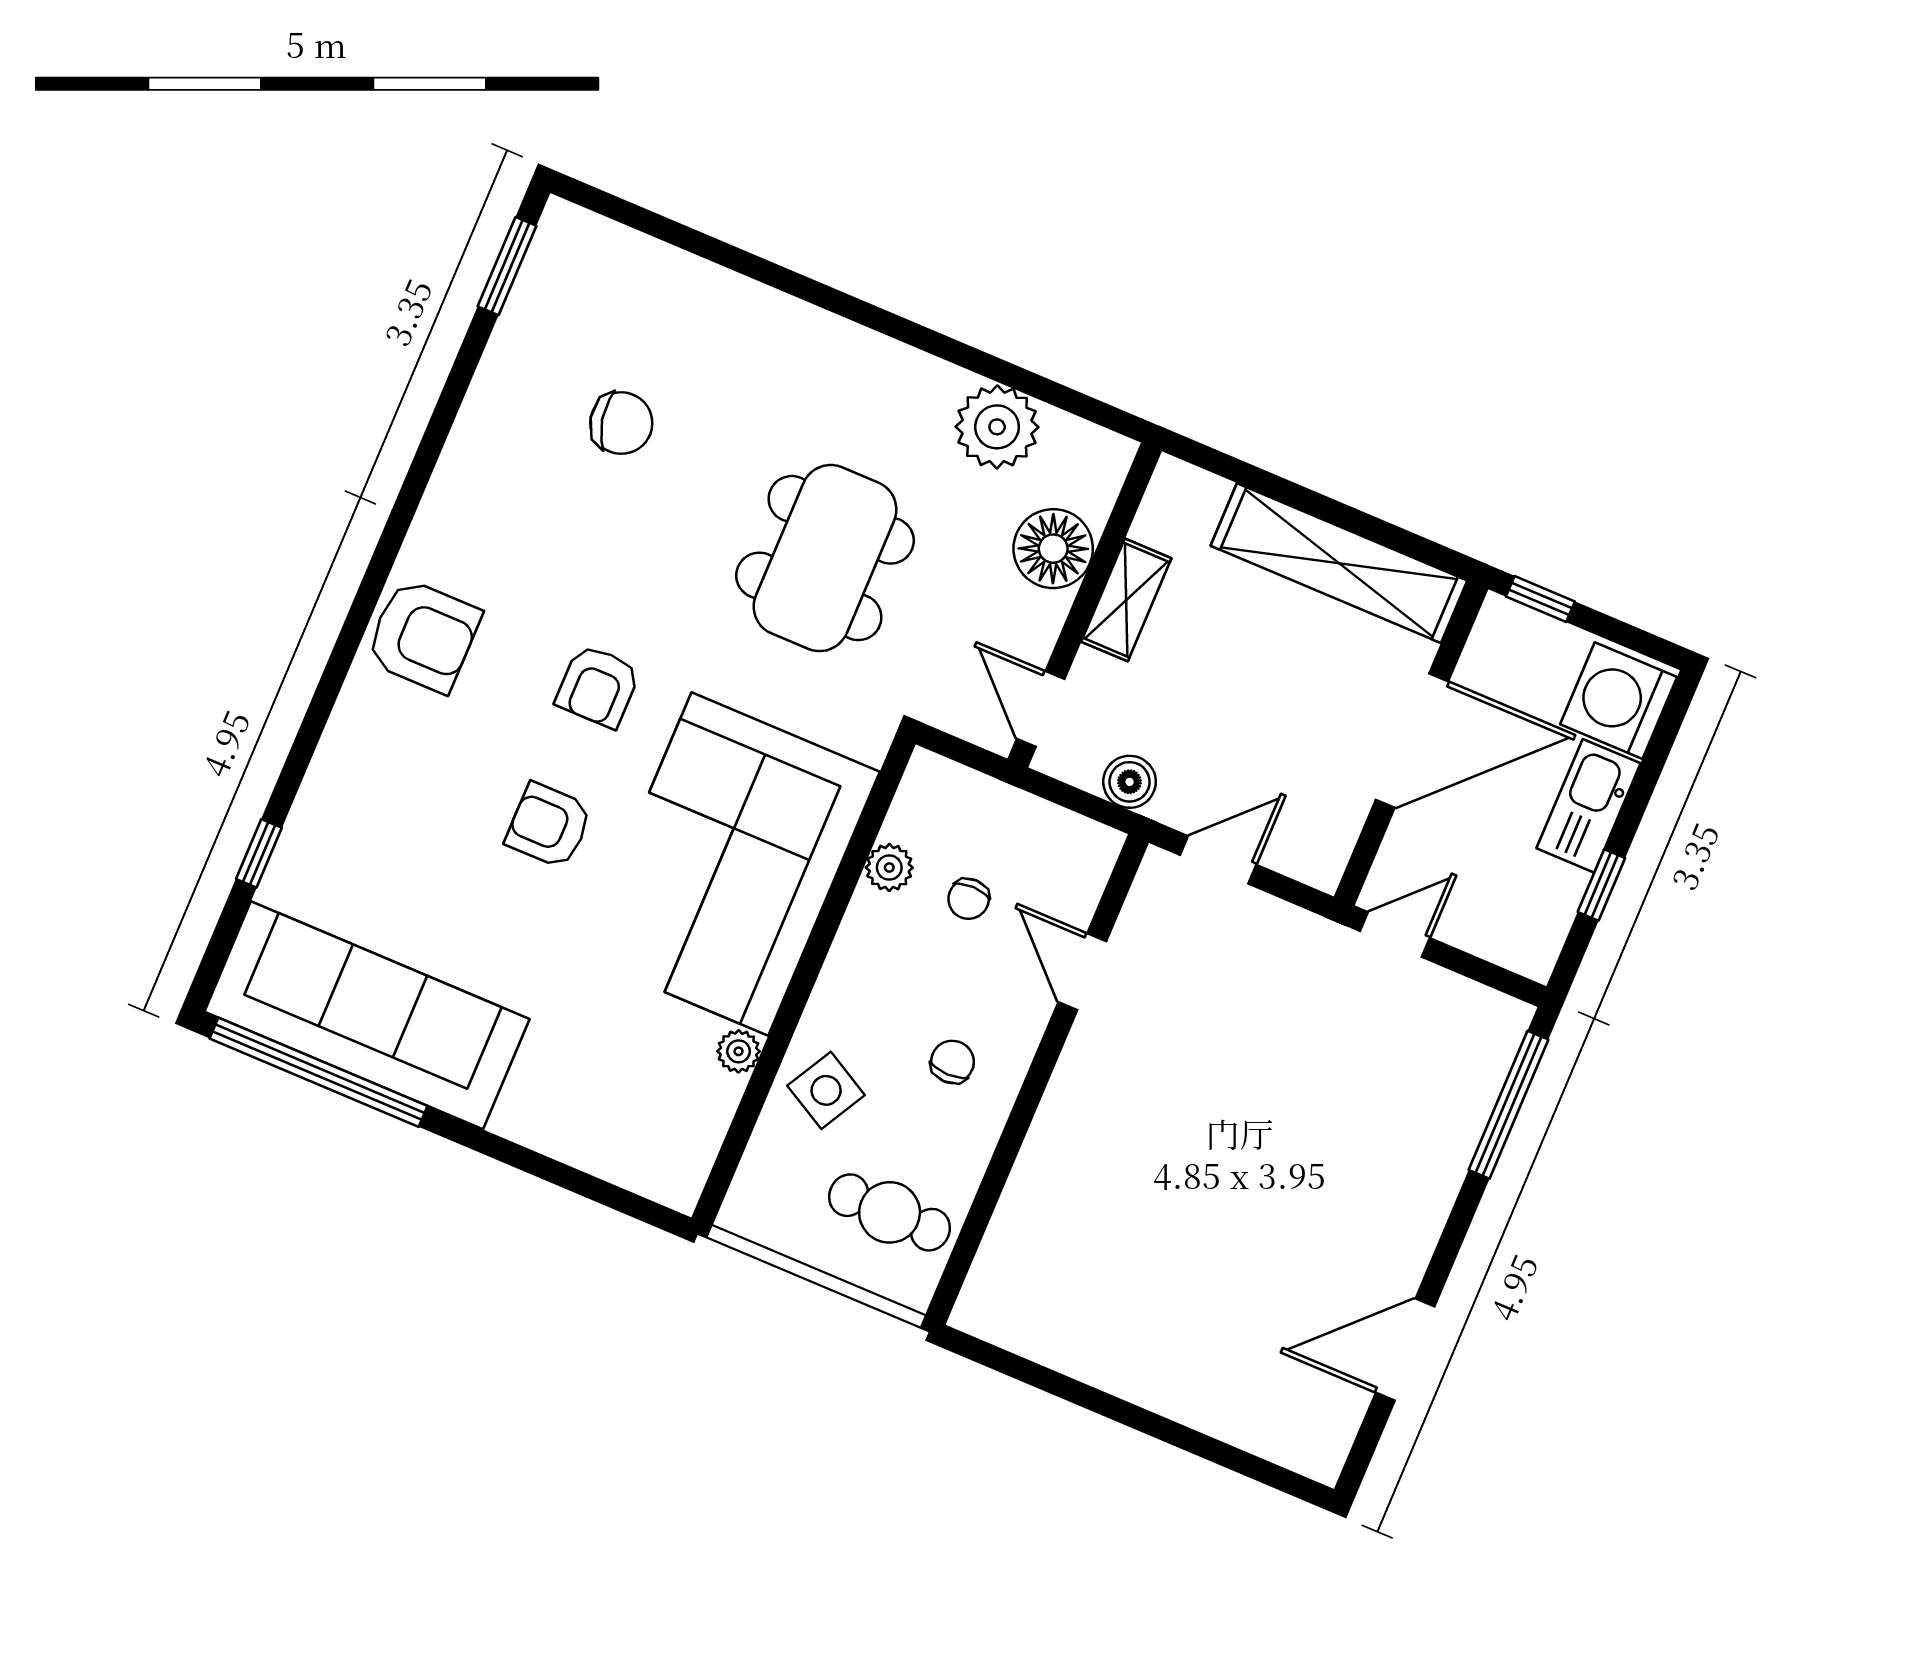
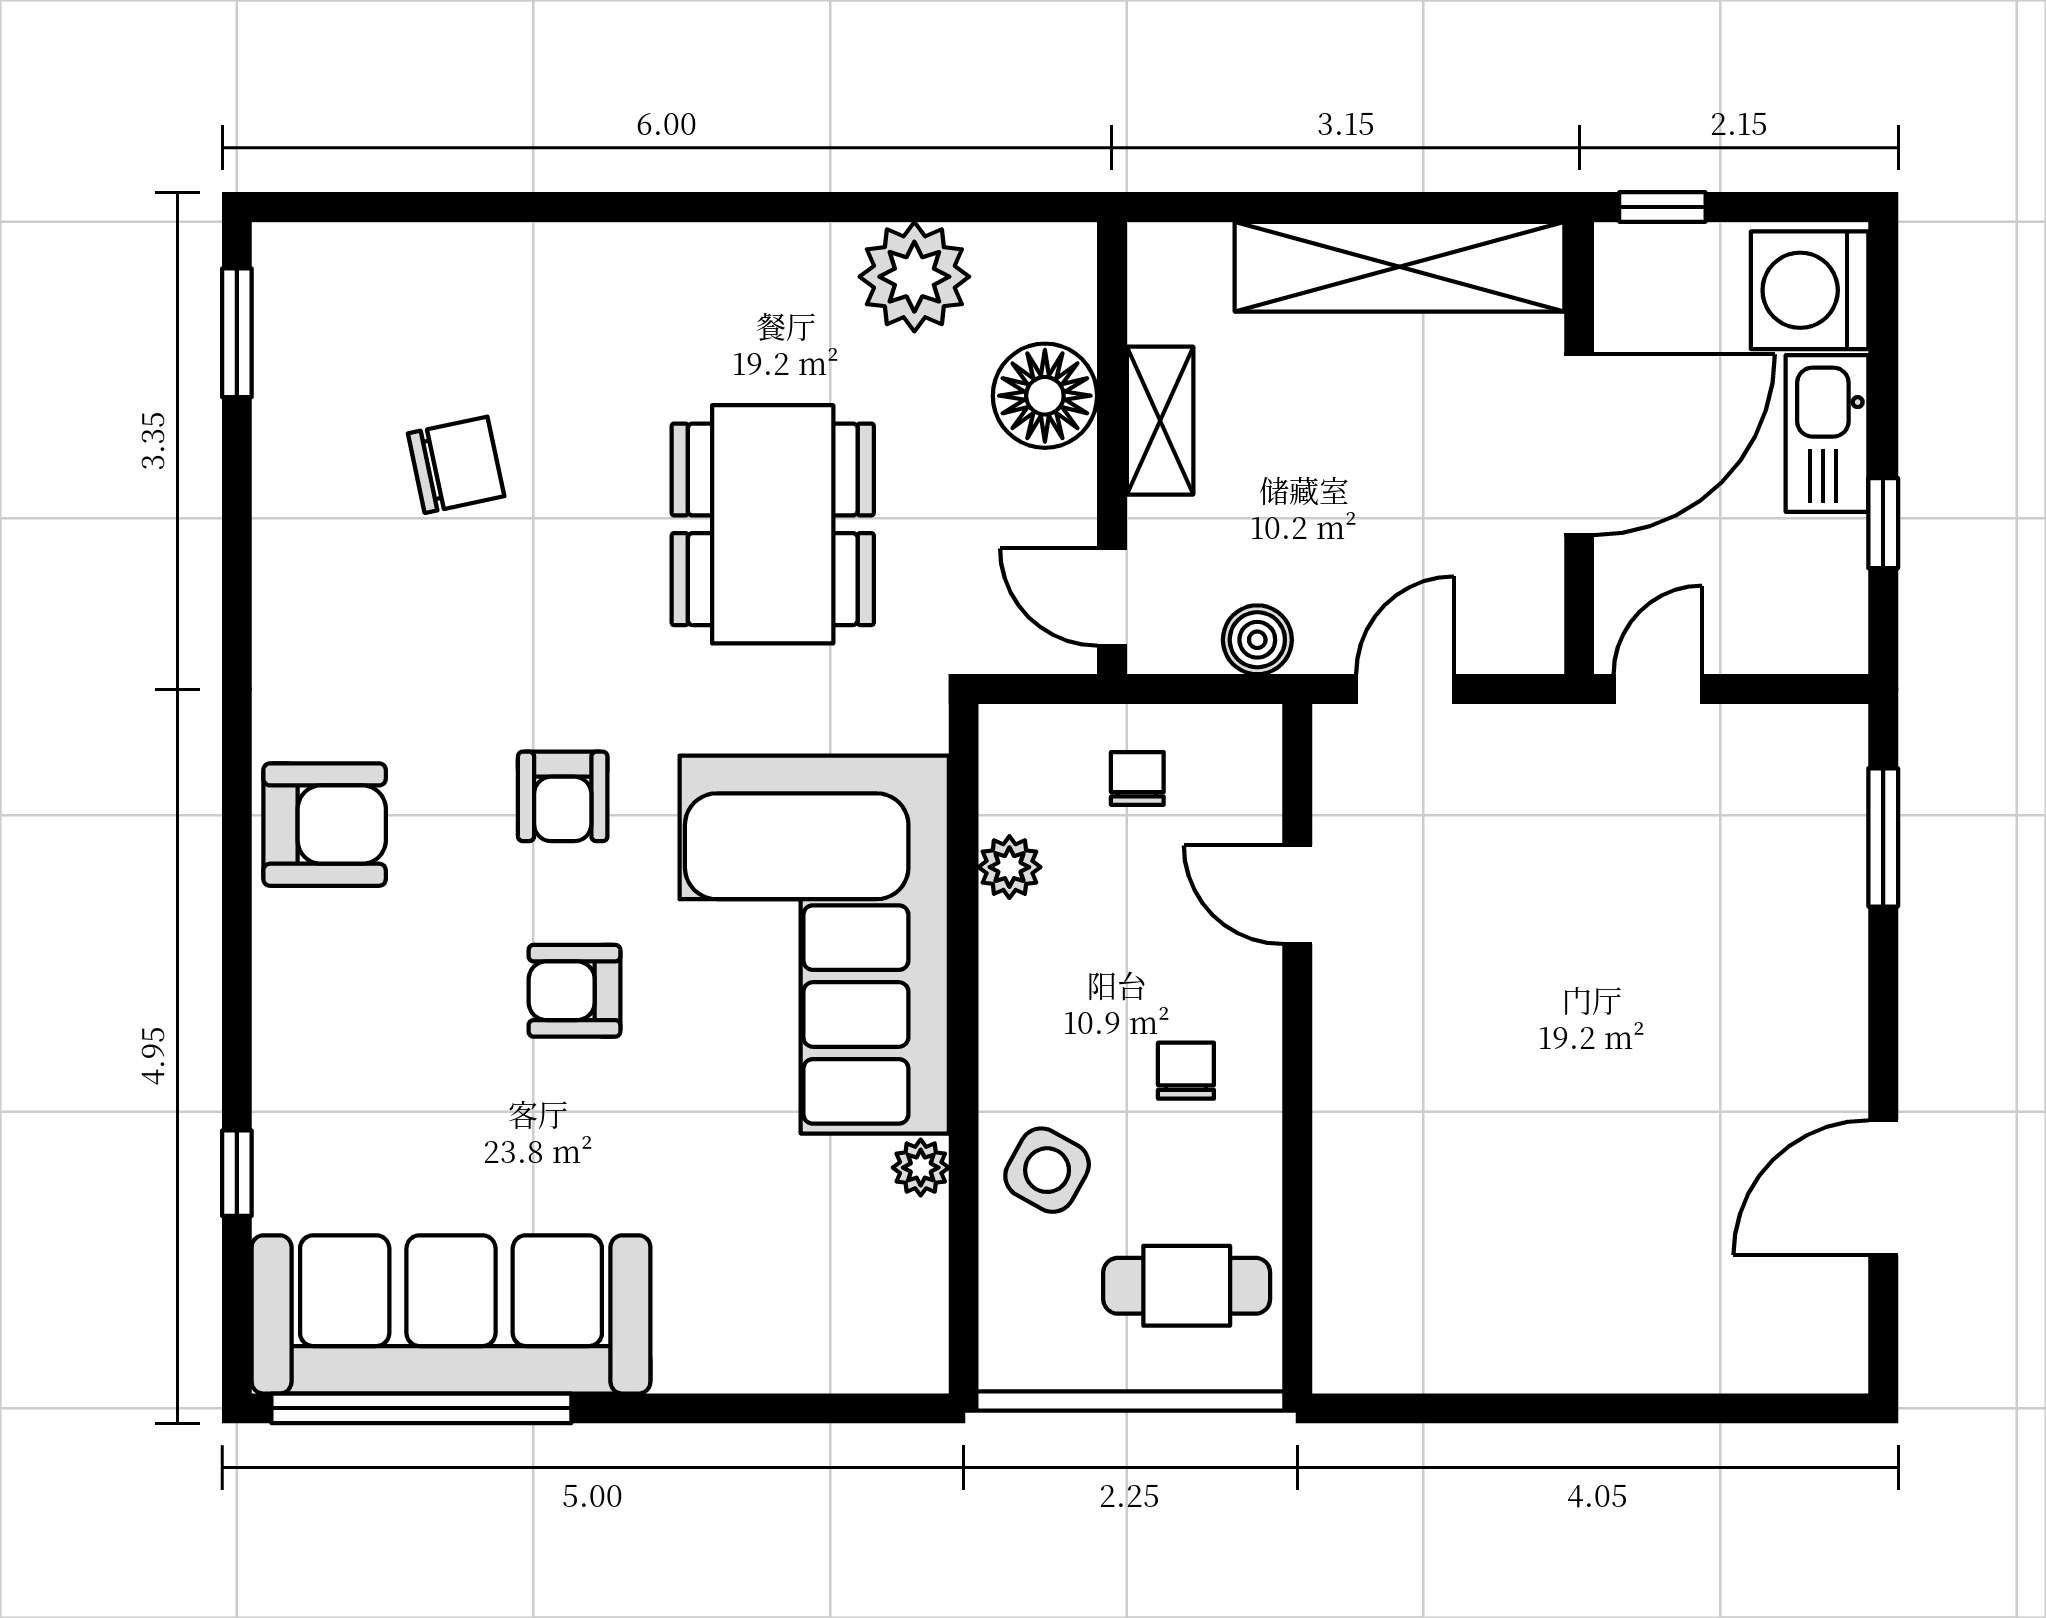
chair: (969, 899) -> (1137, 778), moved, turned 180
window: (1509, 1105) -> (1883, 837), width x0.69

